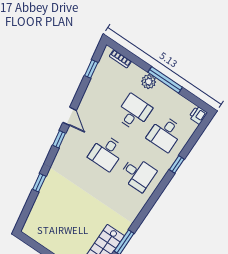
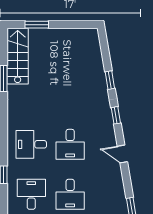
window: (59, 139) -> (116, 115), moved
desk: (106, 153) -> (70, 144), turned 180

